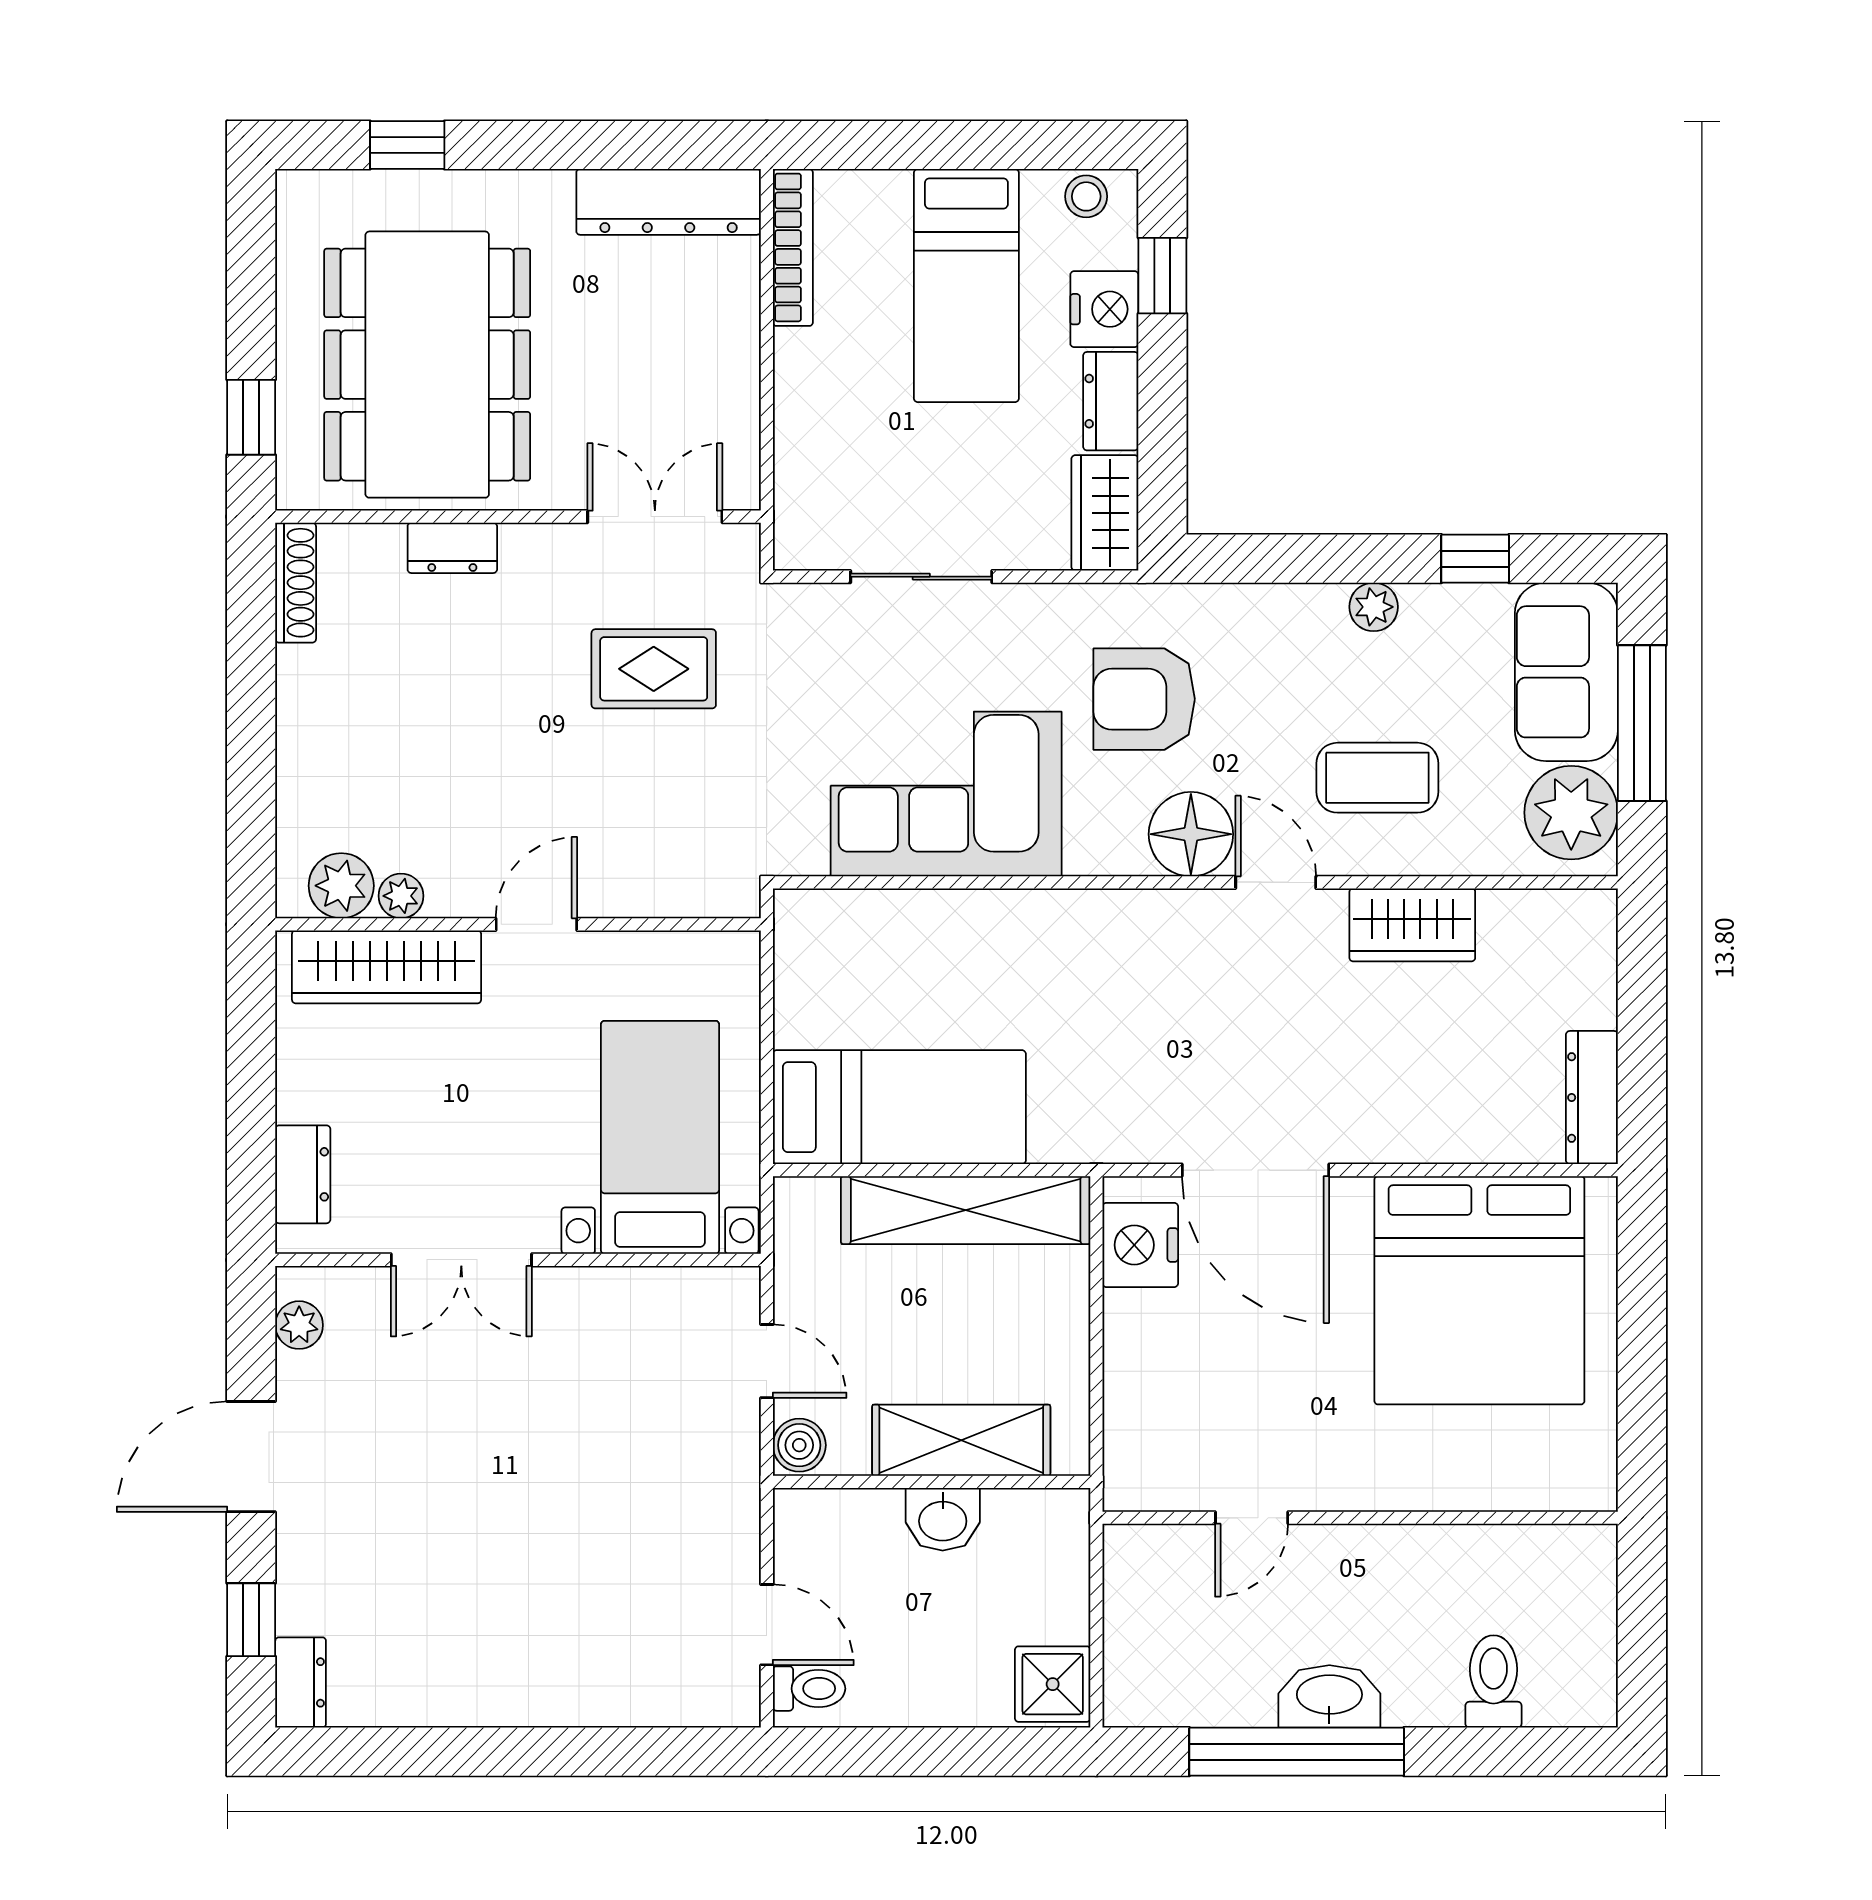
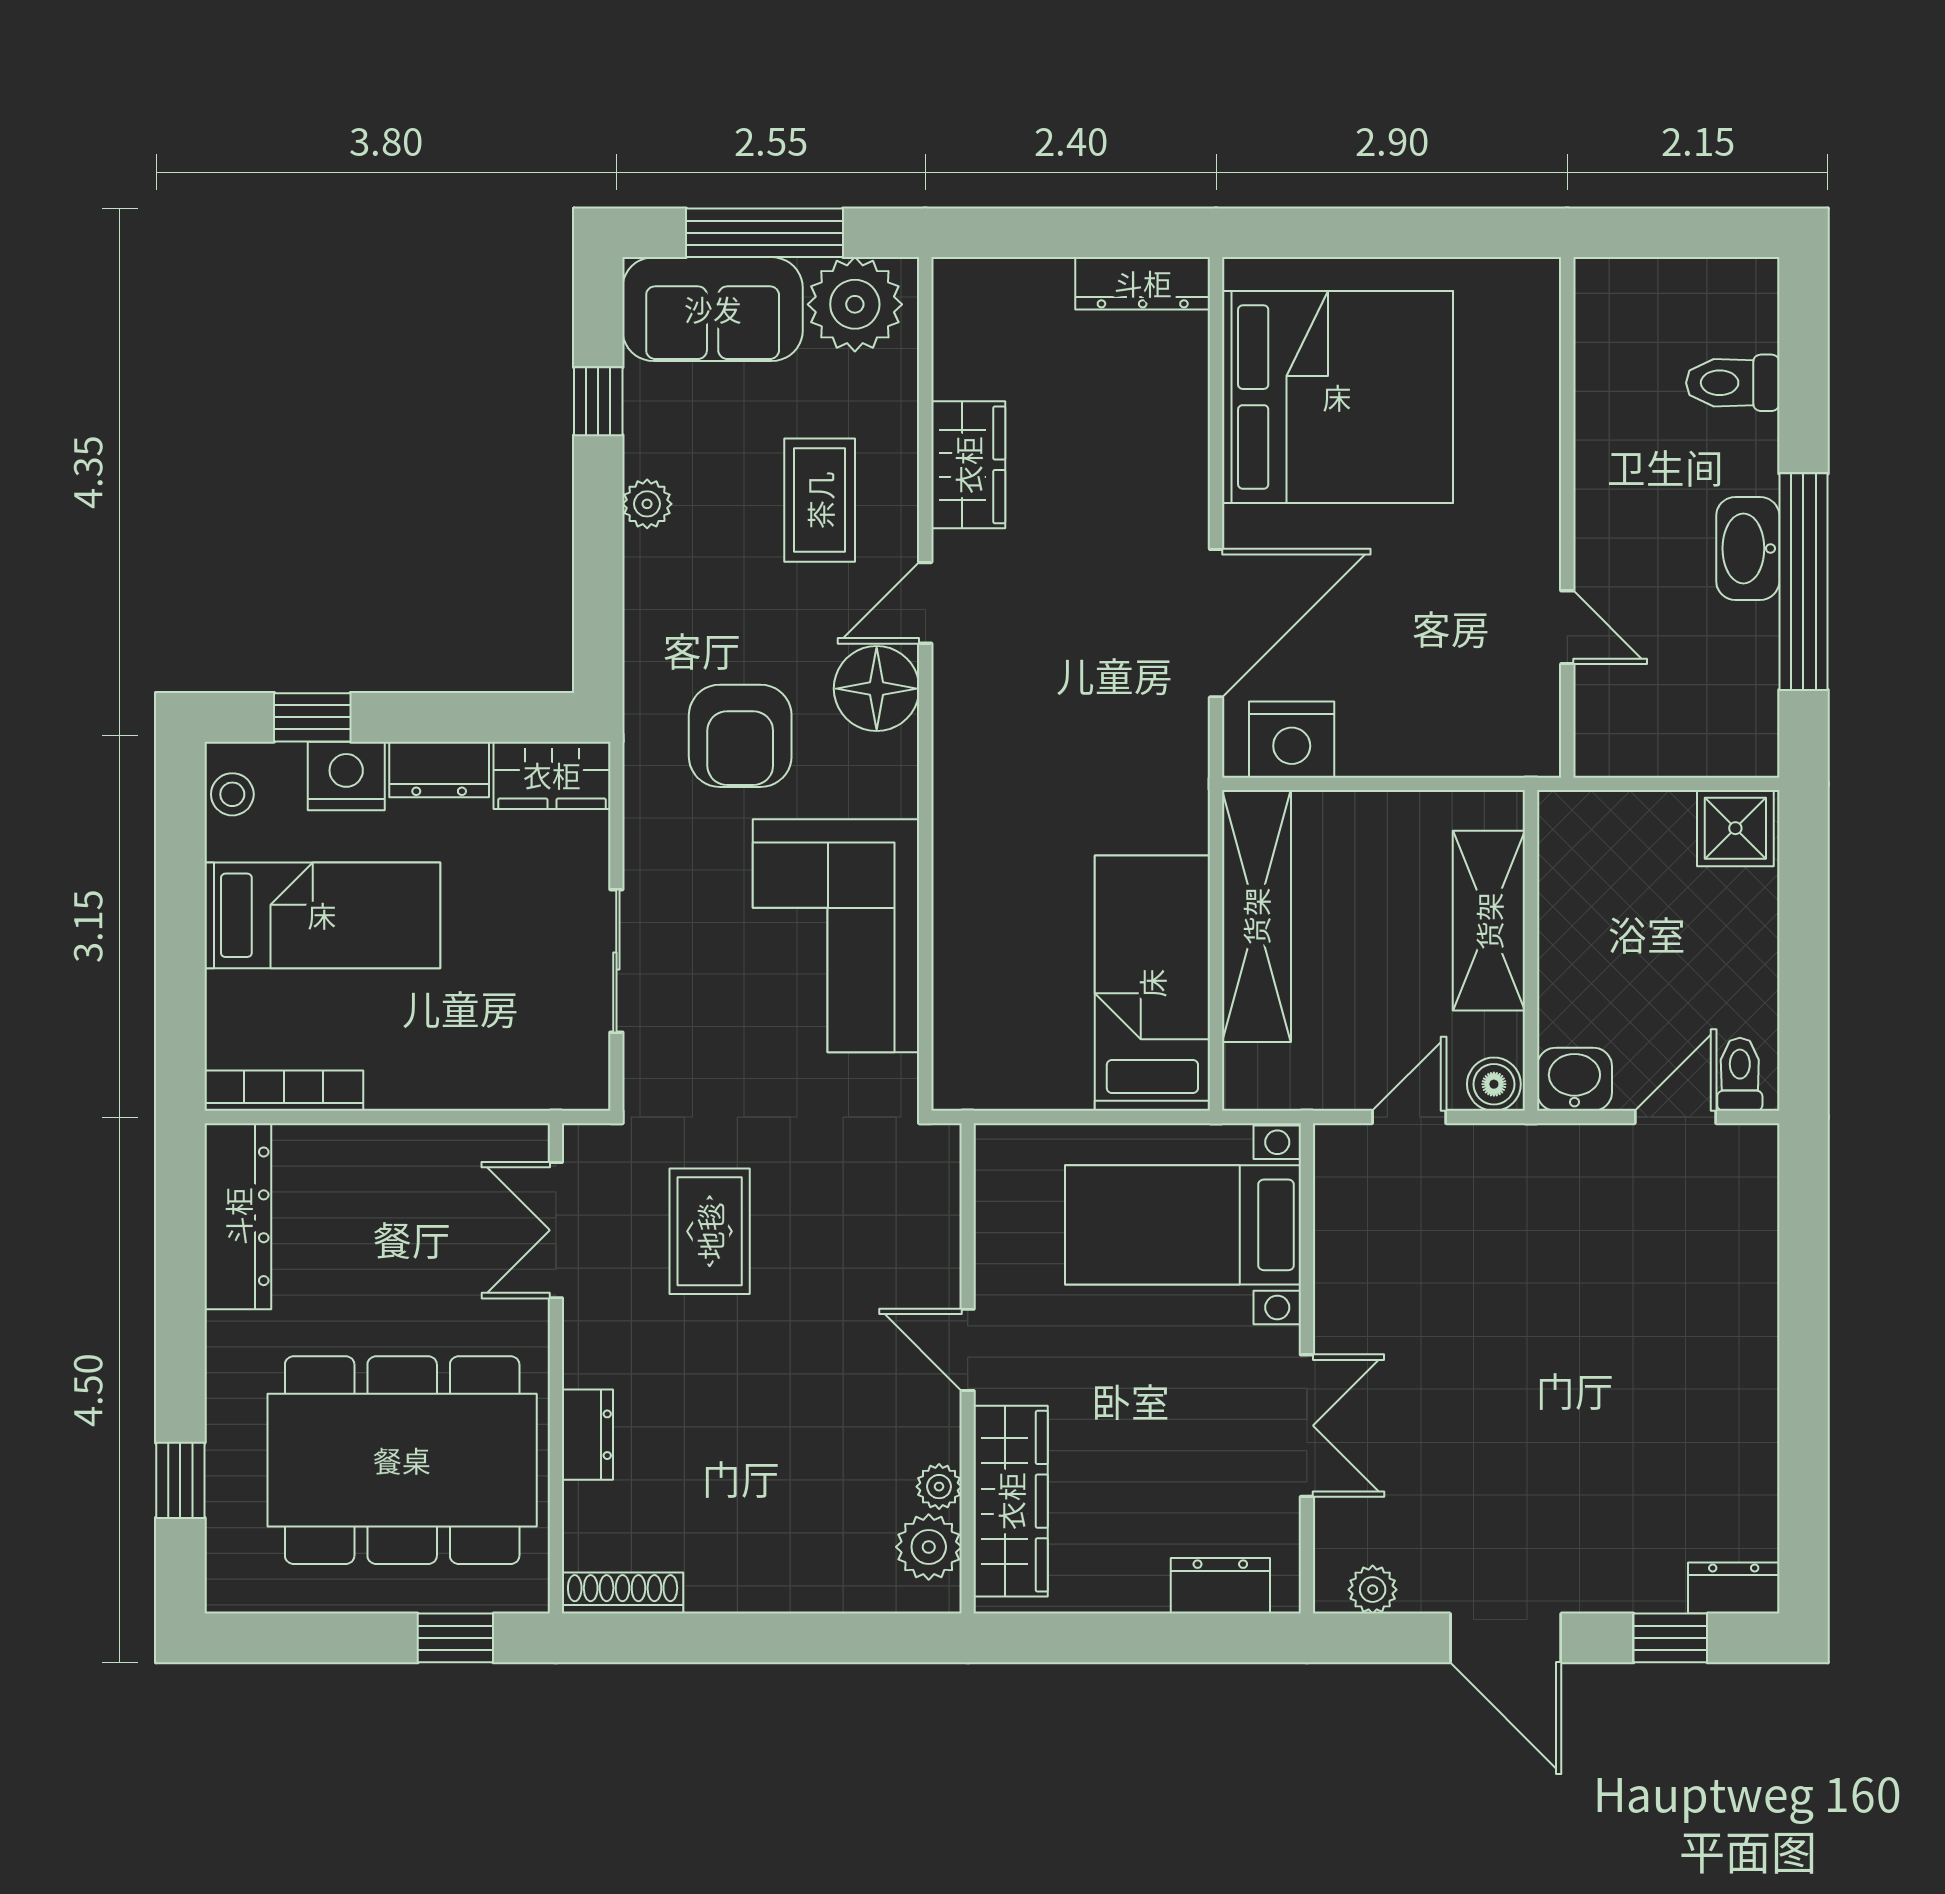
washbasin: (943, 1519) -> (1574, 1079), moved, turned -90

